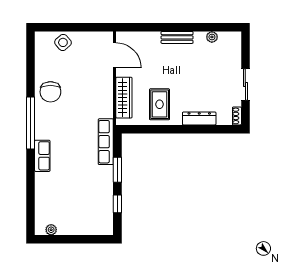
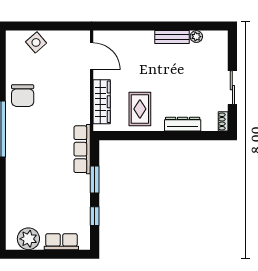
bench: (177, 37) -> (172, 37), moved
row of seats: (42, 156) -> (61, 242), moved, turned -90
plant: (51, 230) -> (28, 239), width x1.88, depth x1.88

